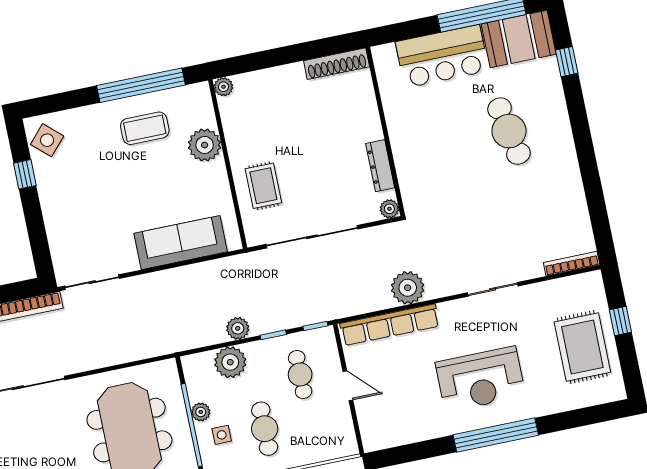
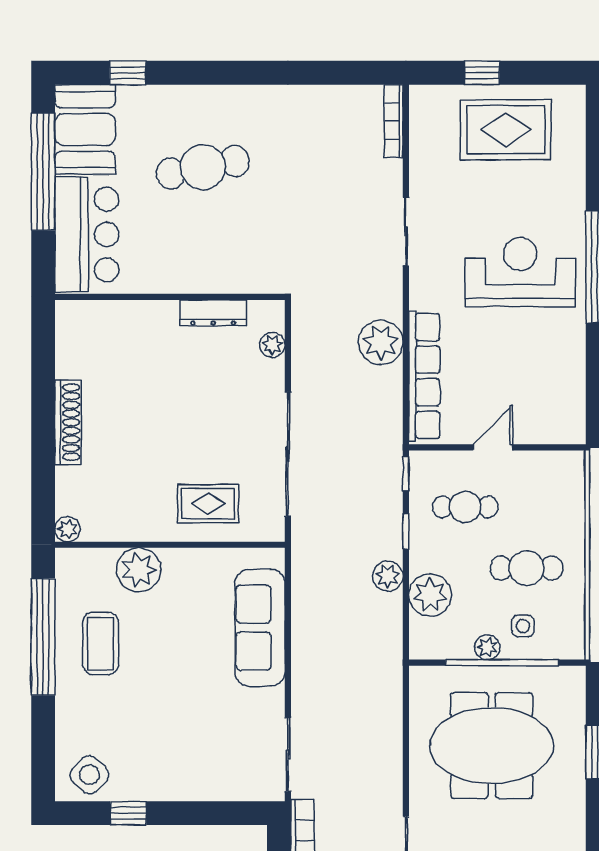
shoe rack: (337, 64) -> (68, 422), moved
wall: (385, 131) -> (170, 297), moved
dresser: (380, 166) -> (213, 313), moved
reception desk: (480, 379) -> (520, 272), turned -90

